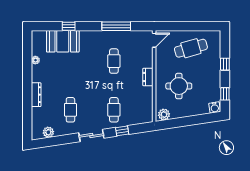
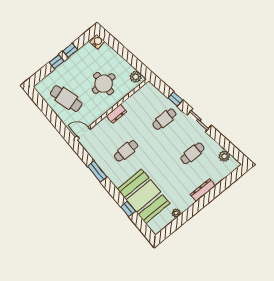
window: (116, 26) -> (97, 172), width x0.69
booth: (63, 41) -> (143, 196), width x1.36, depth x1.42
window: (225, 94) -> (70, 50), moved

